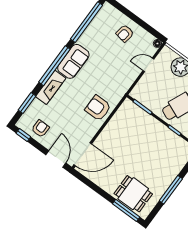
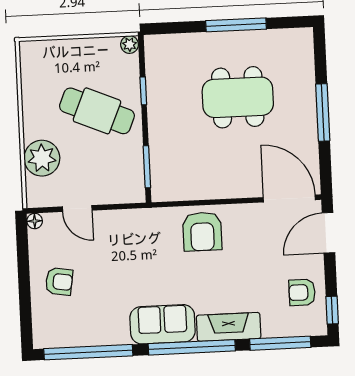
window: (27, 103) -> (280, 343), width x1.44
dining table: (133, 194) -> (238, 97), moved, width x1.38
window: (126, 210) -> (323, 113), moved

